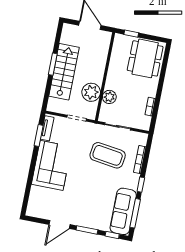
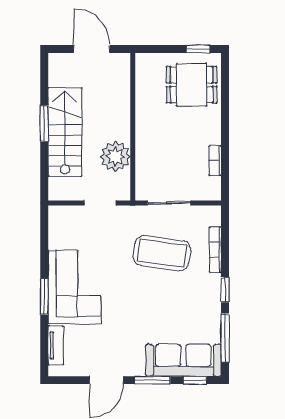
window: (131, 34) -> (198, 49), moved
dining table: (145, 58) -> (192, 85), width x0.73
plant: (109, 97) -> (146, 158), removed
tv unit: (47, 128) -> (56, 345), moved
window: (39, 136) -> (44, 297), moved
sofa: (123, 211) -> (183, 360), moved, turned 90

